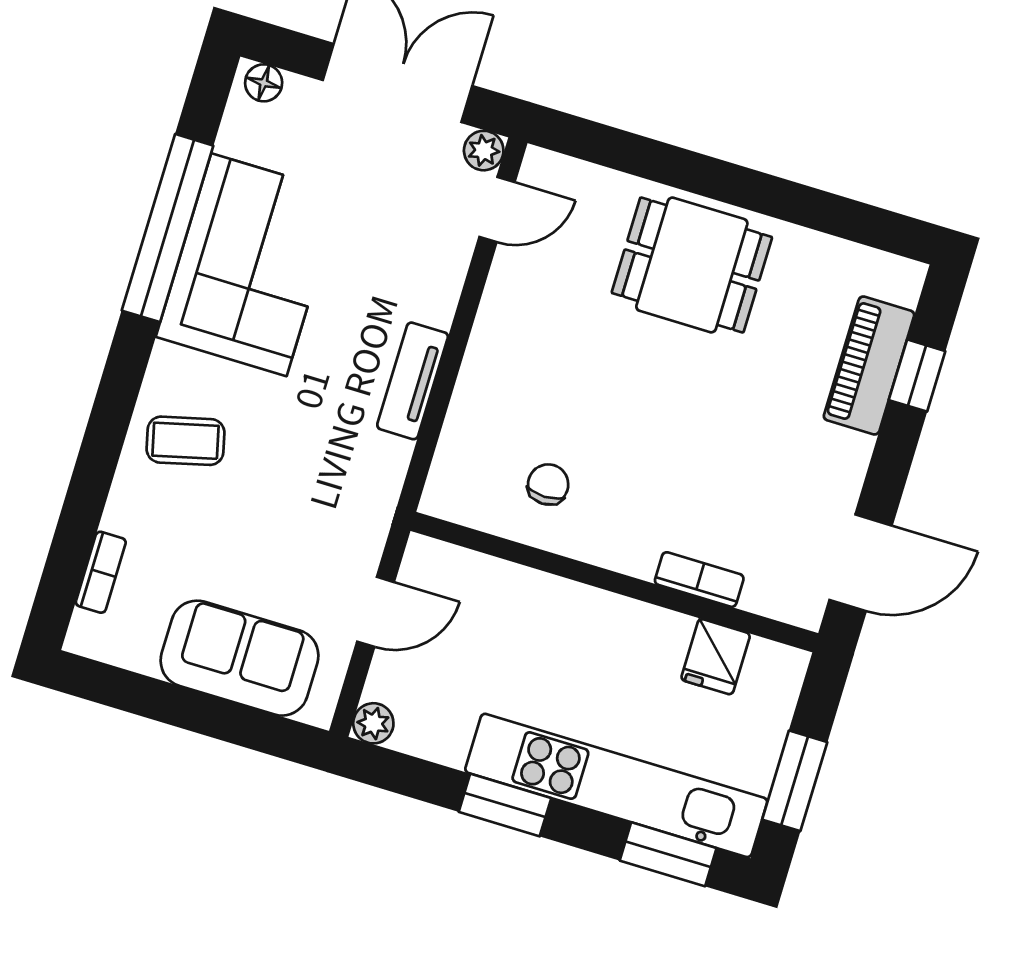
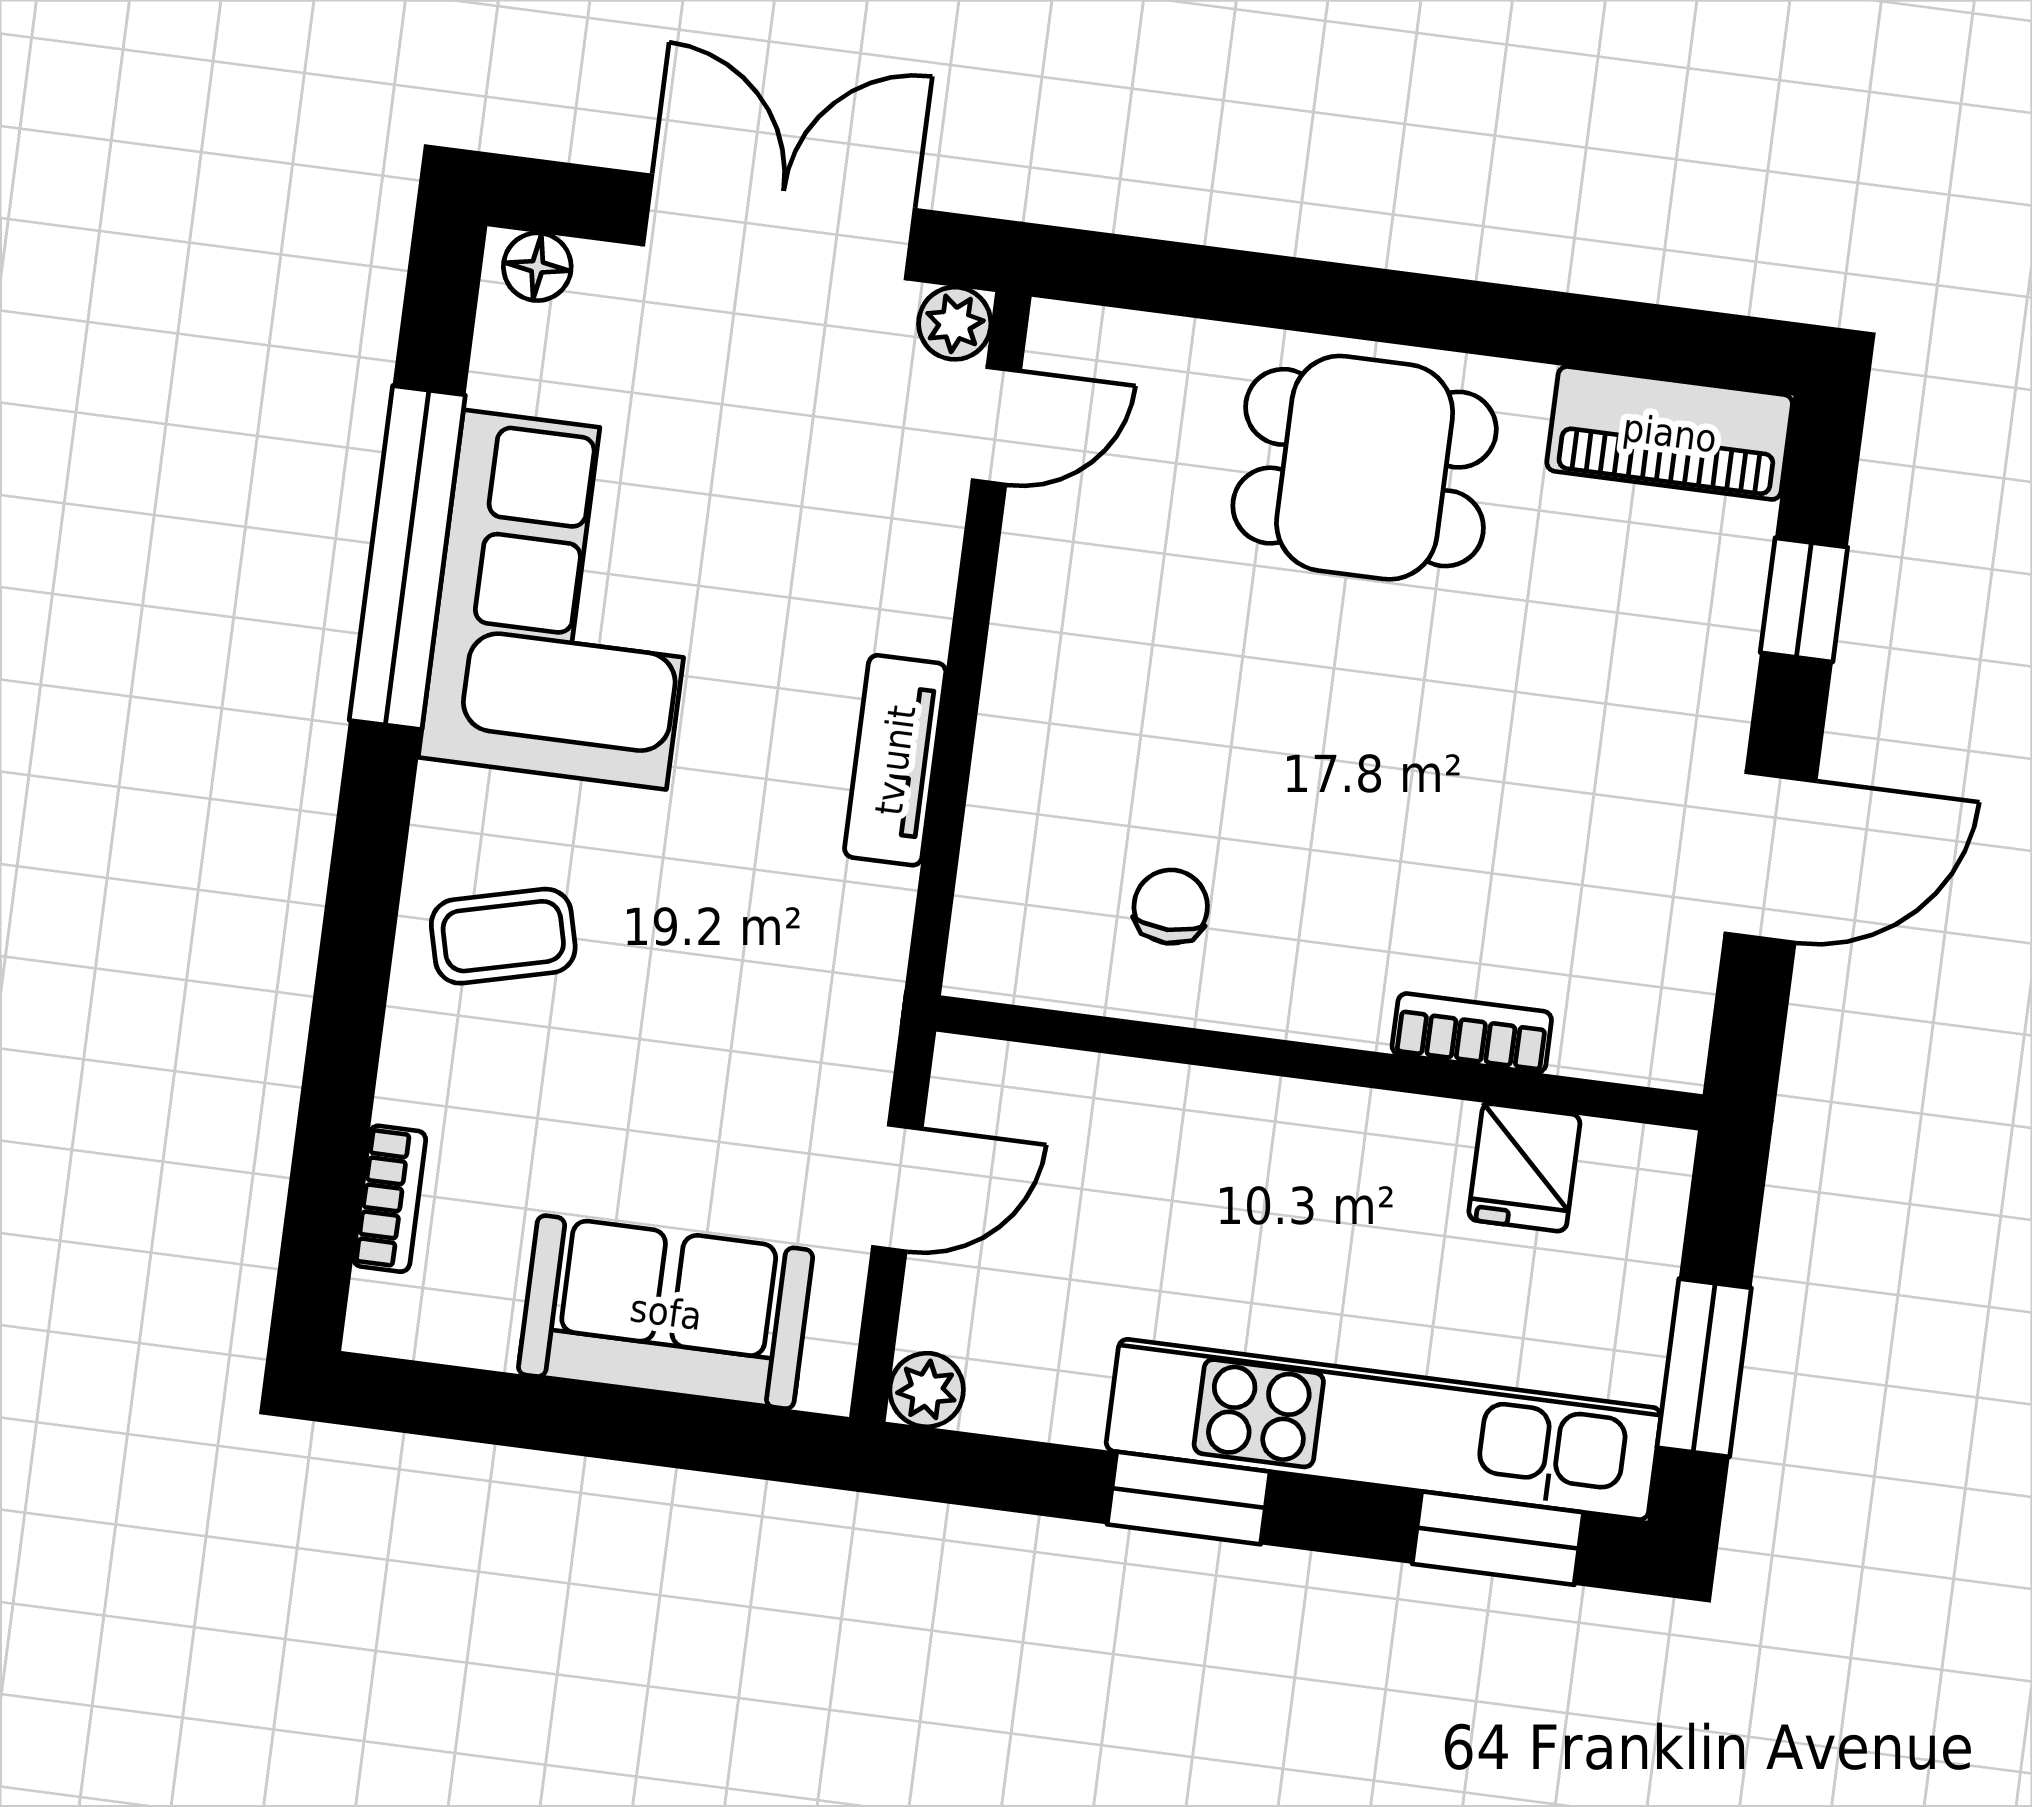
piano: (869, 366) -> (1670, 433), moved, turned -90
door: (861, 563) -> (1770, 857), moved

